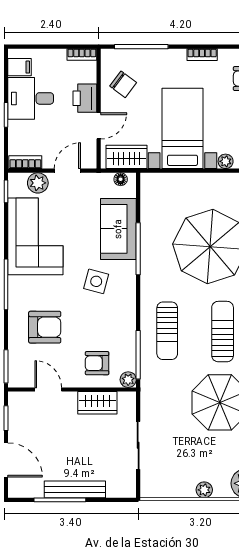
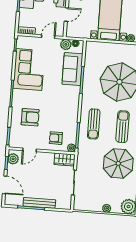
wardrobe: (127, 157) -> (80, 32), removed
plant: (38, 183) -> (66, 44), moved
side table: (96, 281) -> (59, 95), removed
door: (48, 390) -> (29, 150), swing flipped
wardrobe: (97, 403) -> (65, 159), moved
plant: (18, 409) -> (13, 159), added

